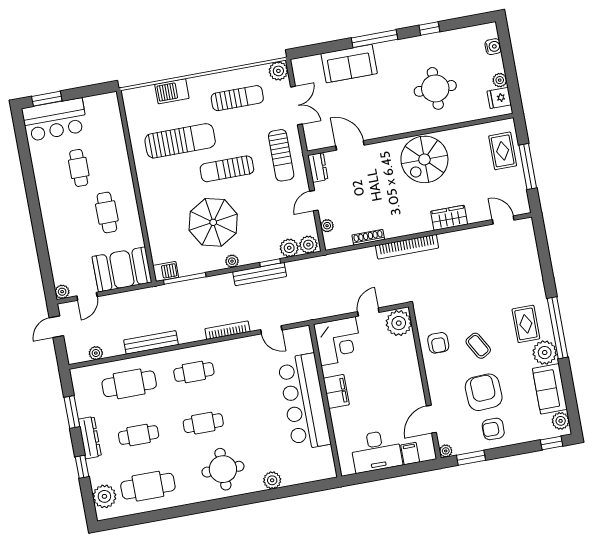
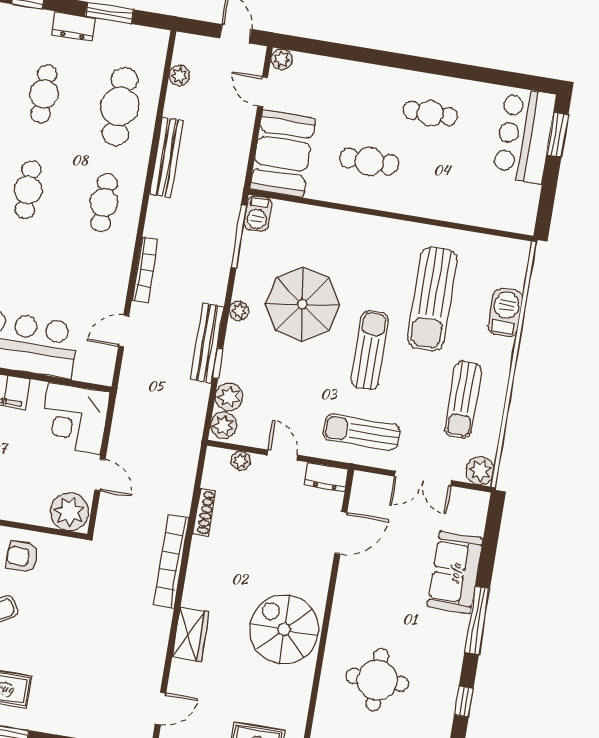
cafe table: (79, 168) -> (430, 113), moved
dresser: (90, 438) -> (74, 26), width x0.70

